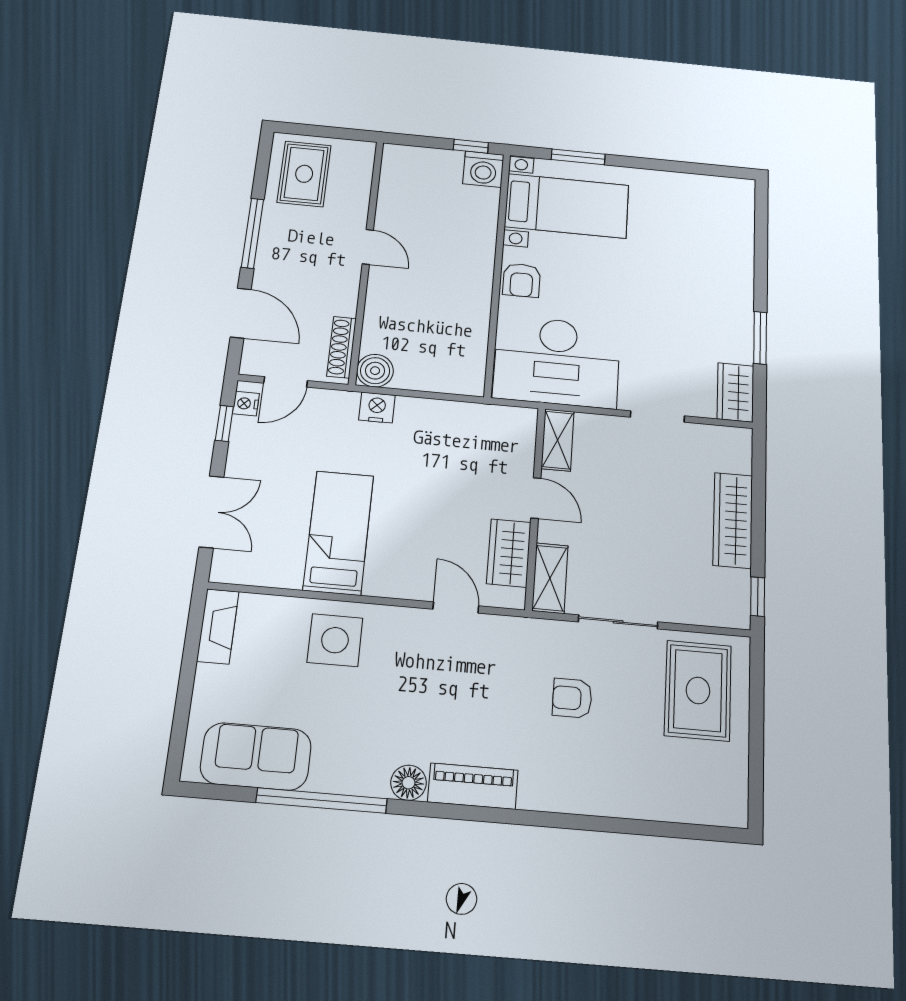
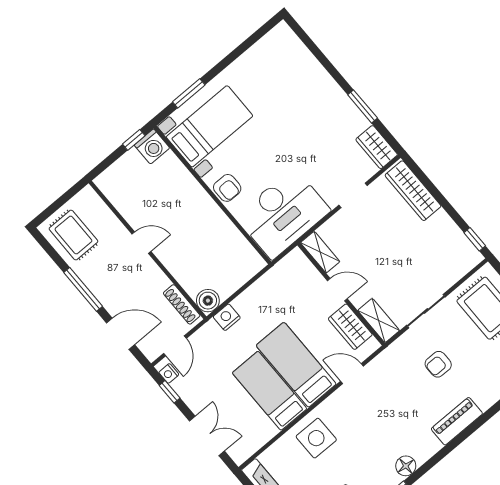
wardrobe: (733, 520) -> (413, 191), moved
bed: (401, 534) -> (296, 365), added
piano: (473, 786) -> (457, 421), moved

